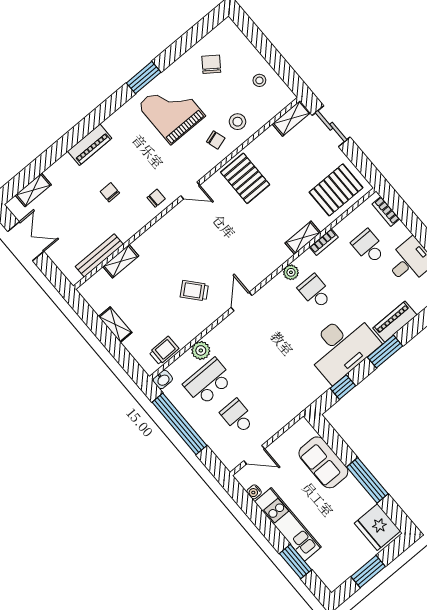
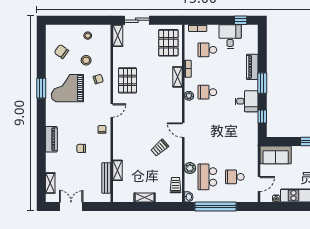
stool: (238, 122) -> (86, 60), moved
pallet: (245, 178) -> (127, 80), turned 90
desk: (342, 347) -> (247, 101), width x0.53, depth x0.77
sofa: (323, 462) -> (276, 155), moved

